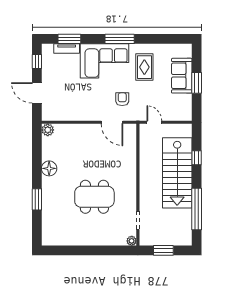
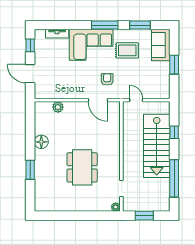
window: (69, 39) -> (140, 25), moved
rug: (144, 67) -> (127, 50), turned 90
sofa: (182, 76) -> (161, 45), moved
plant: (48, 130) -> (58, 107), moved
dining table: (94, 197) -> (82, 167), turned 90

